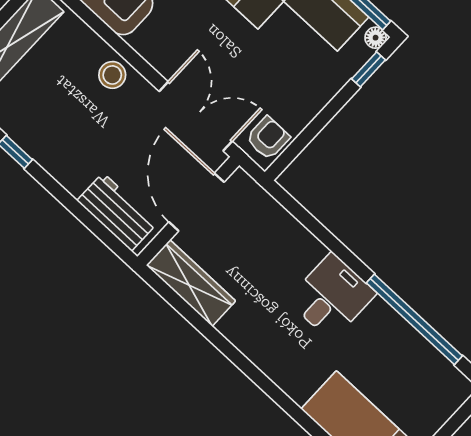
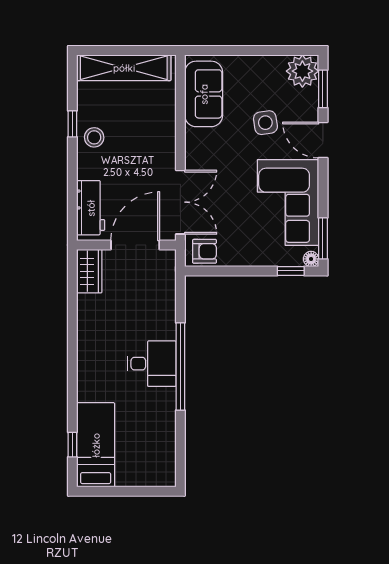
stool: (112, 75) -> (94, 137), moved
wardrobe: (191, 283) -> (89, 271), width x0.67
window: (414, 319) -> (180, 366), moved

